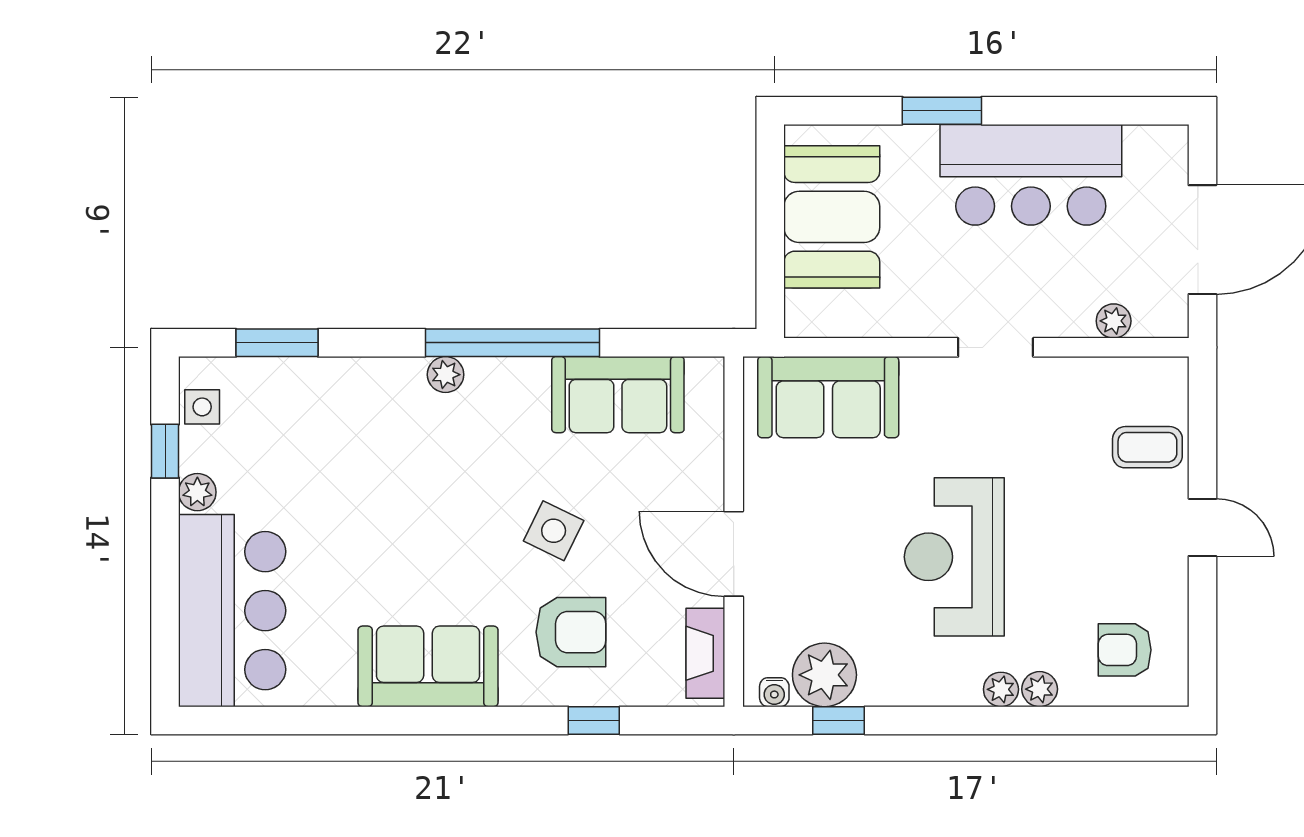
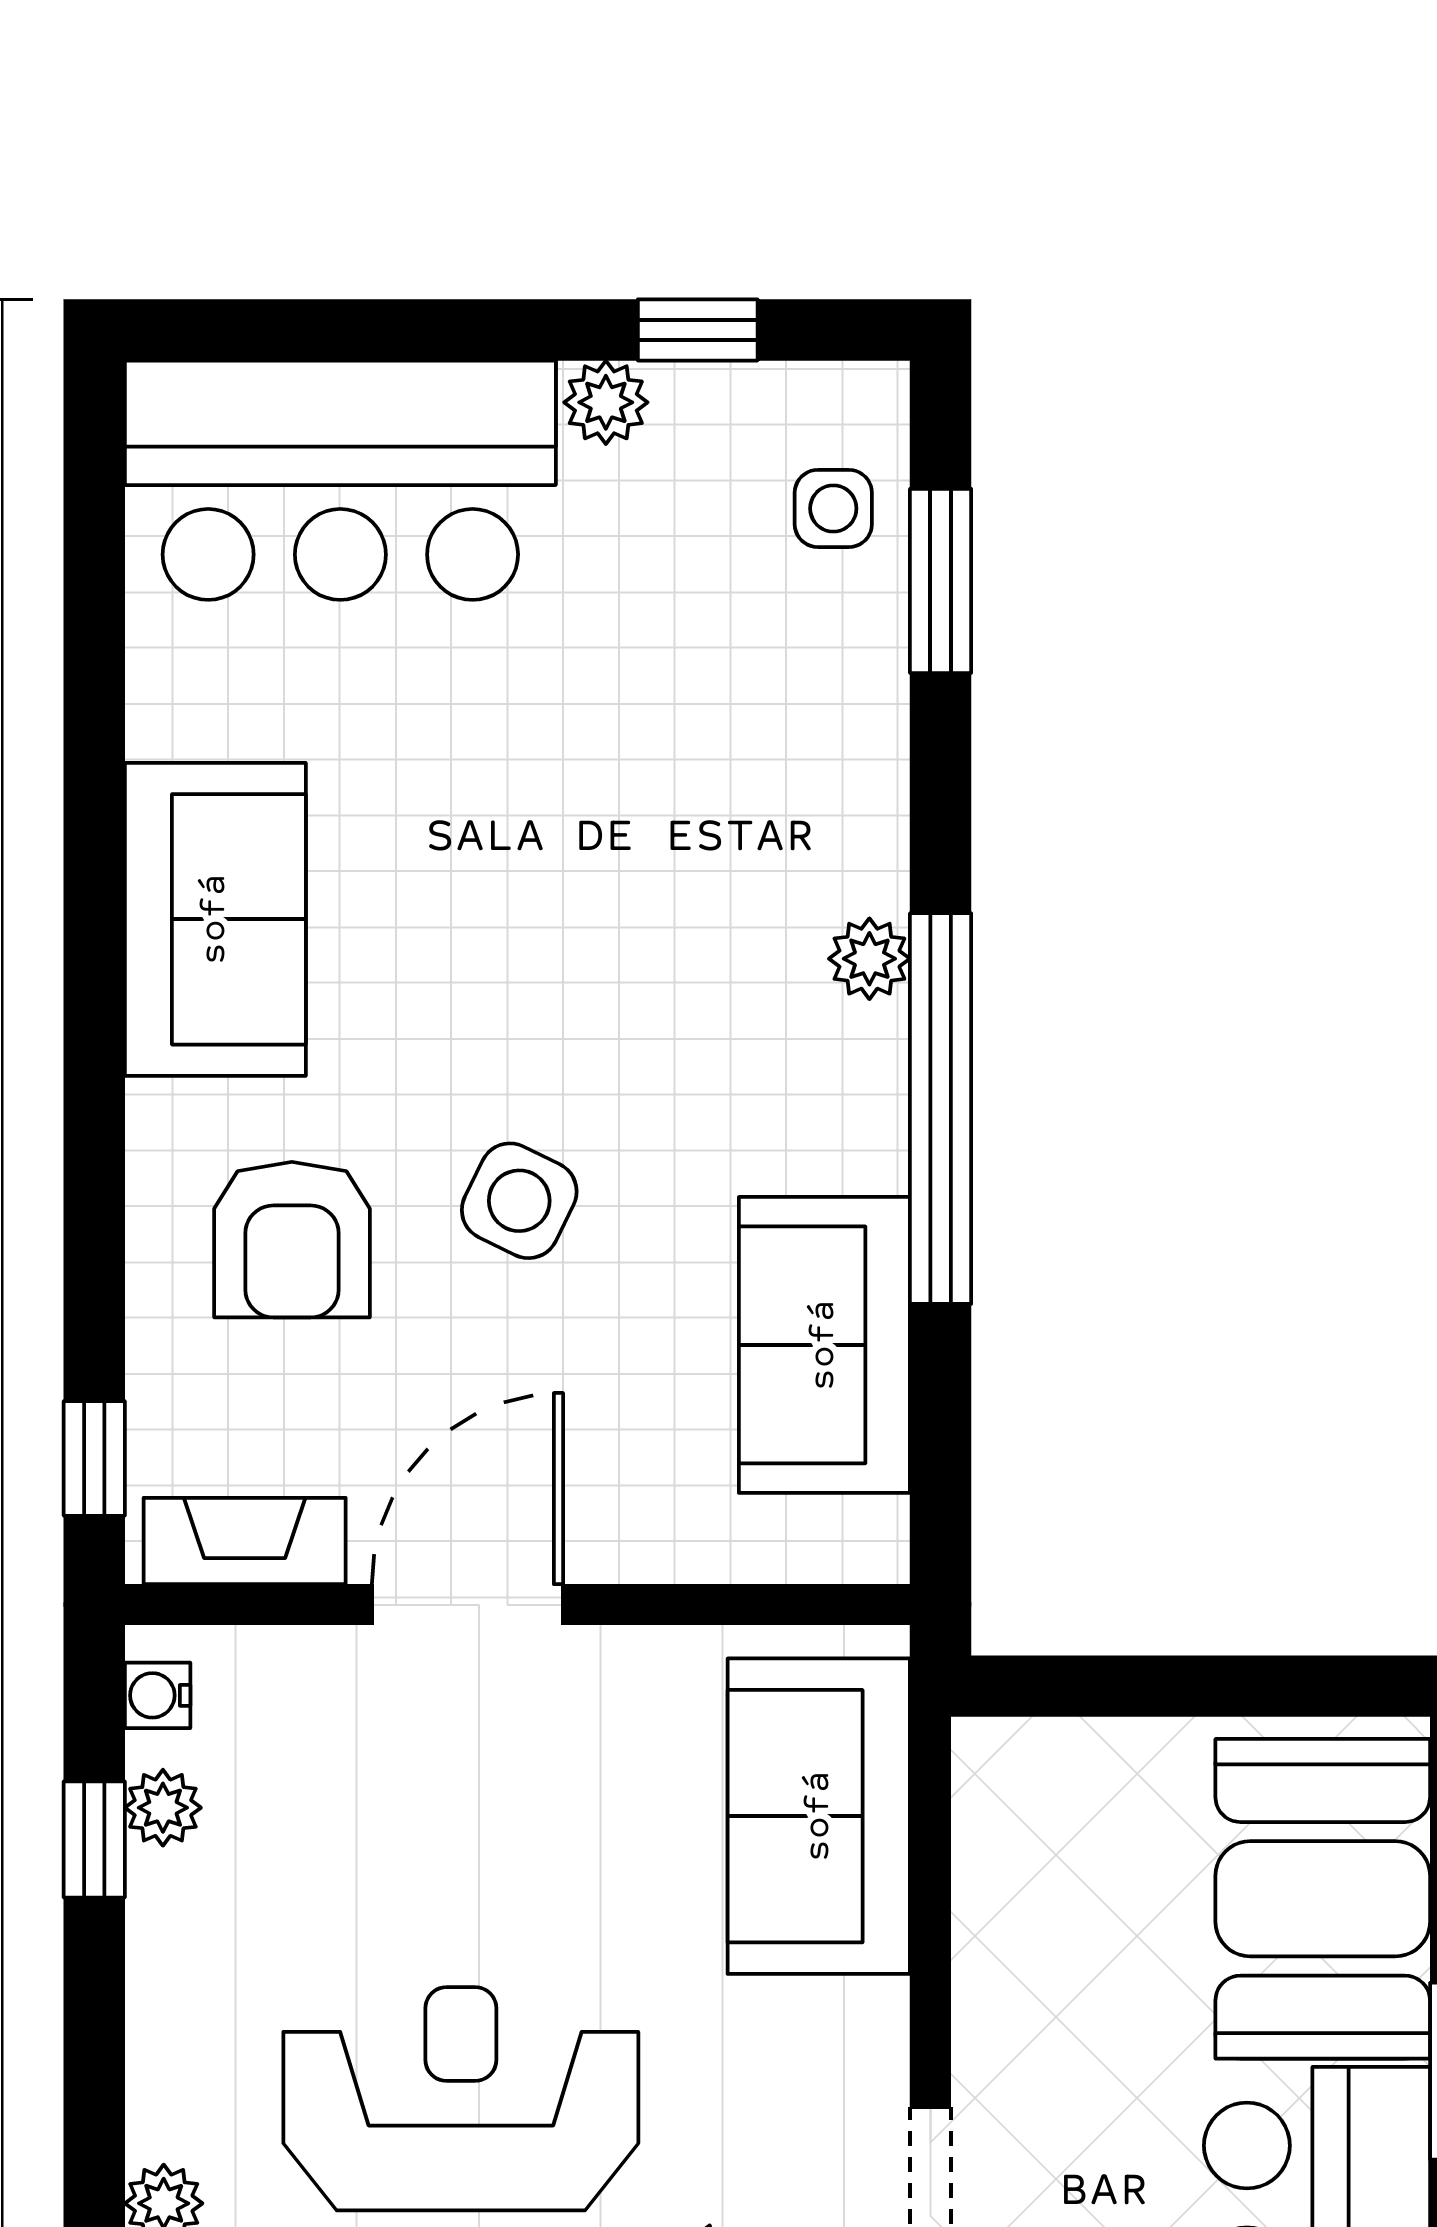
booth: (832, 217) -> (1323, 1899), moved, turned 90
side table: (202, 407) -> (833, 508), moved
plant: (824, 675) -> (163, 1808), width x0.53, depth x0.53
window: (594, 720) -> (94, 1458), moved

